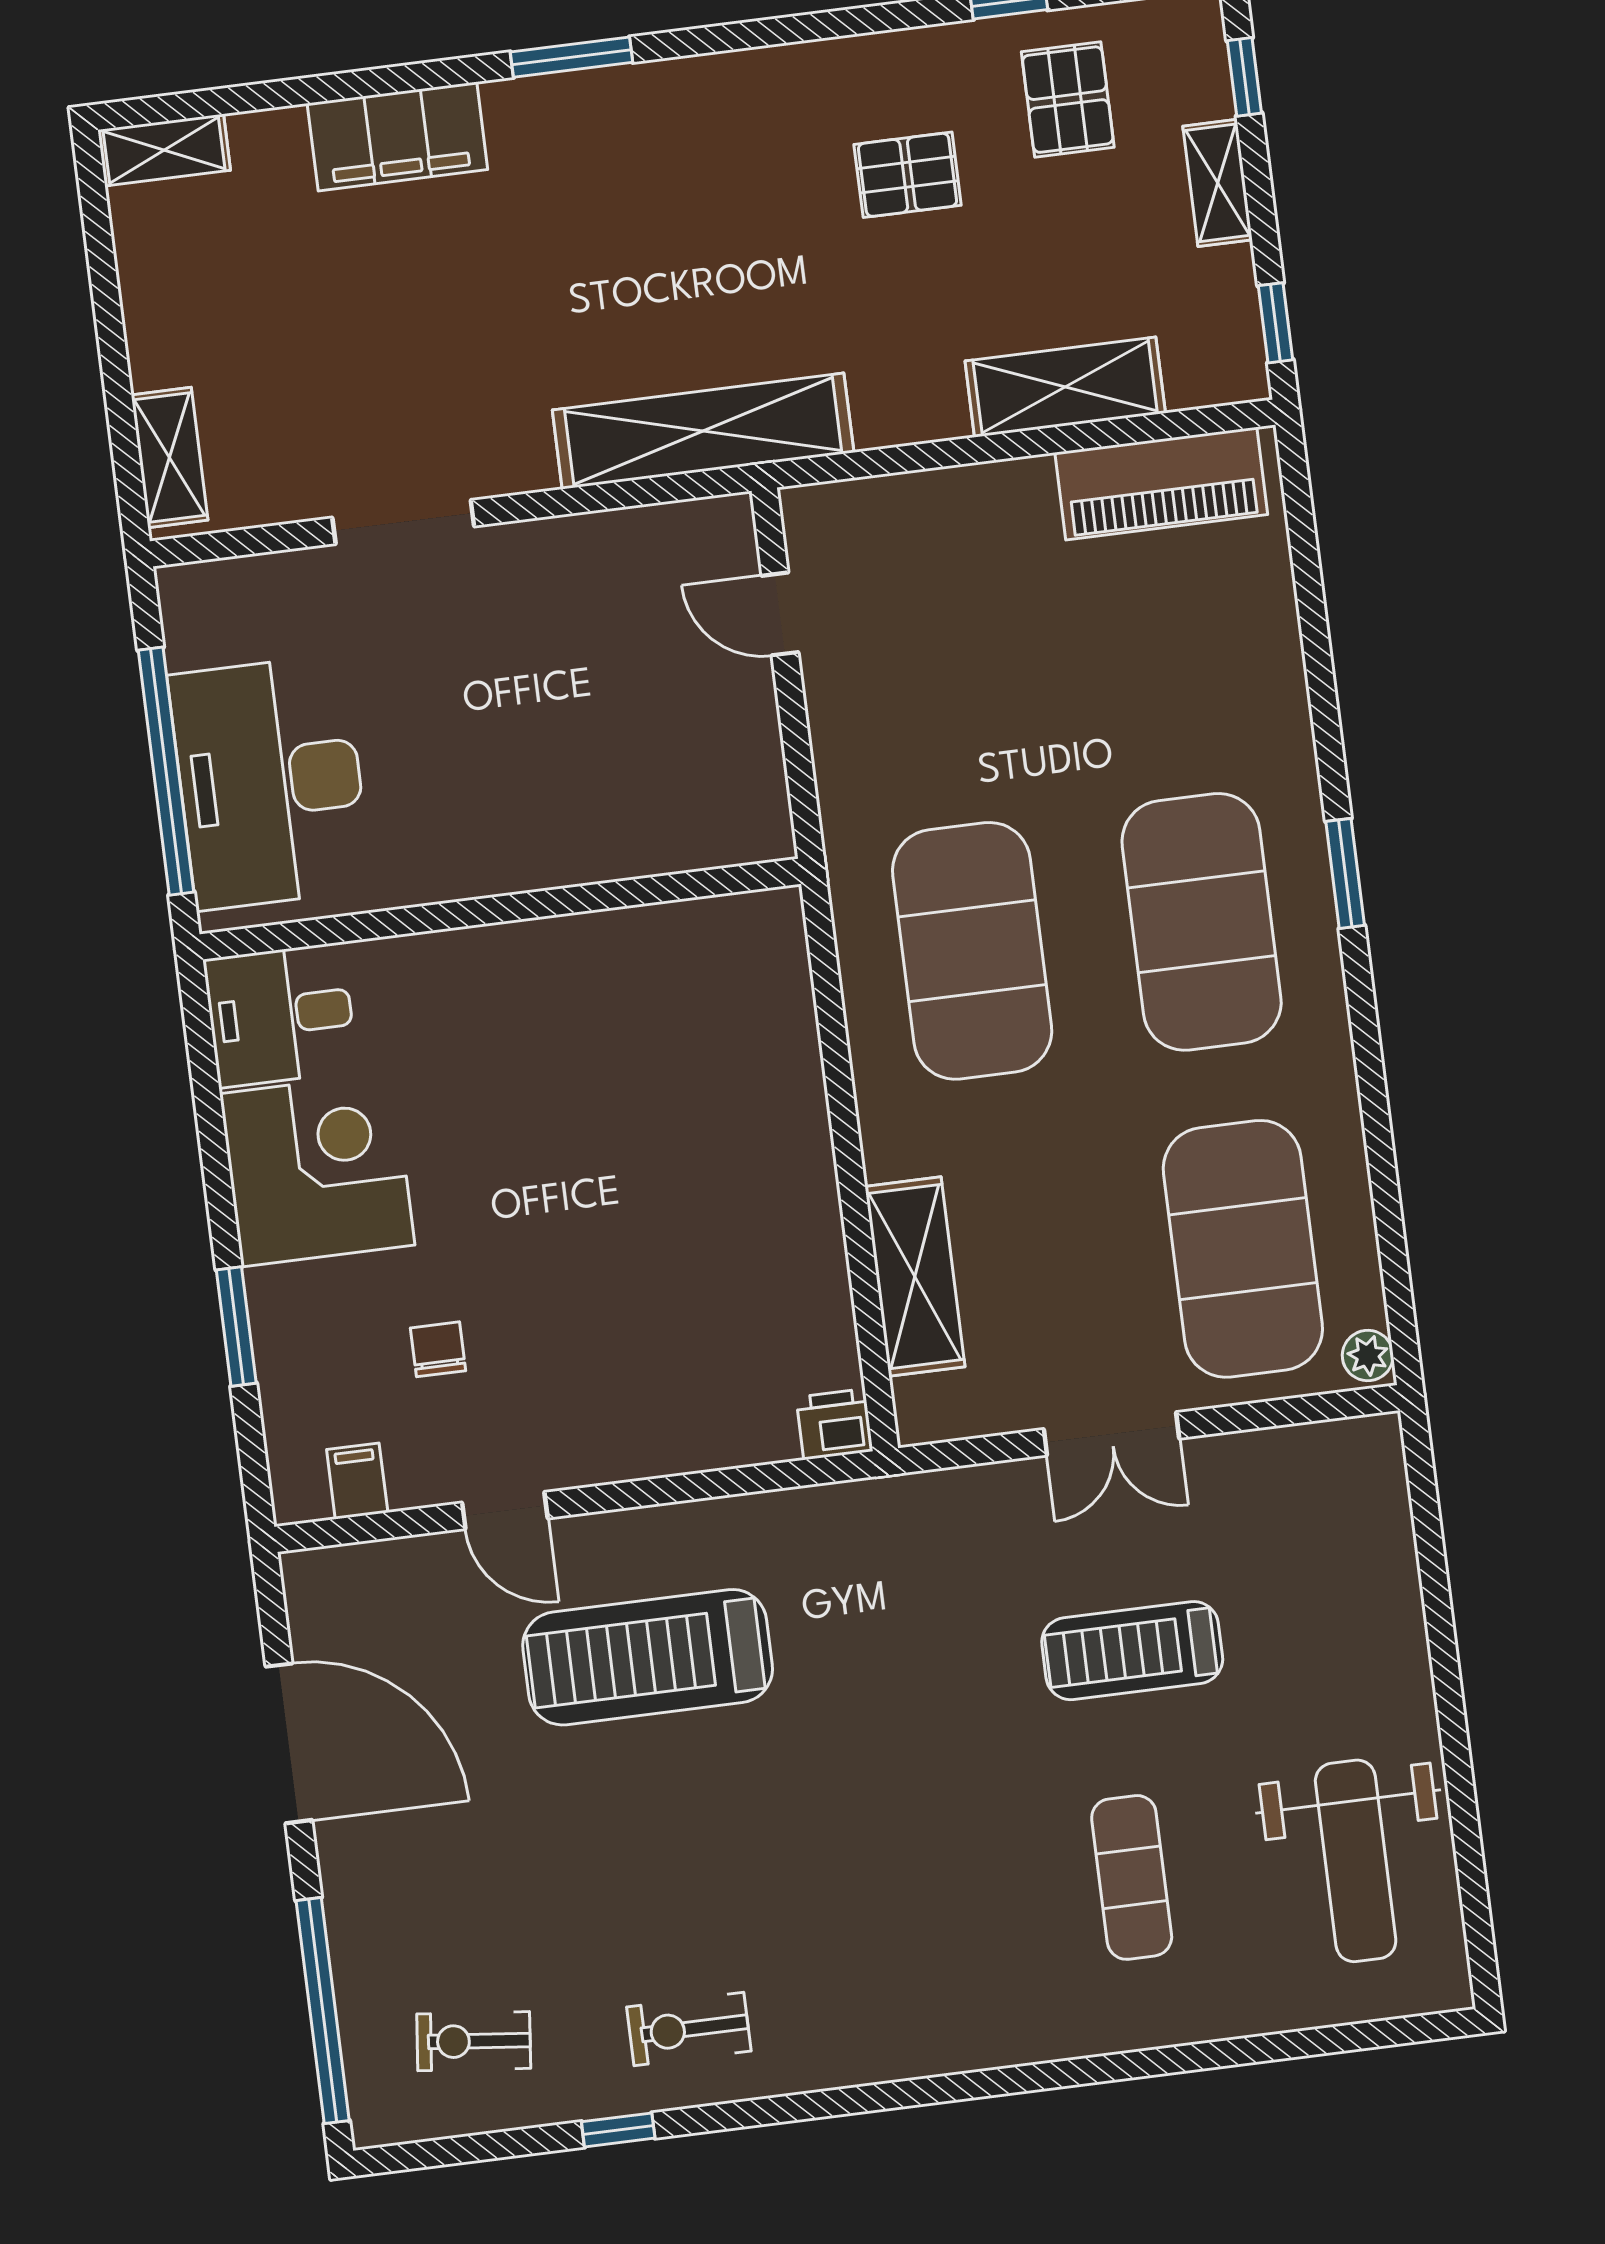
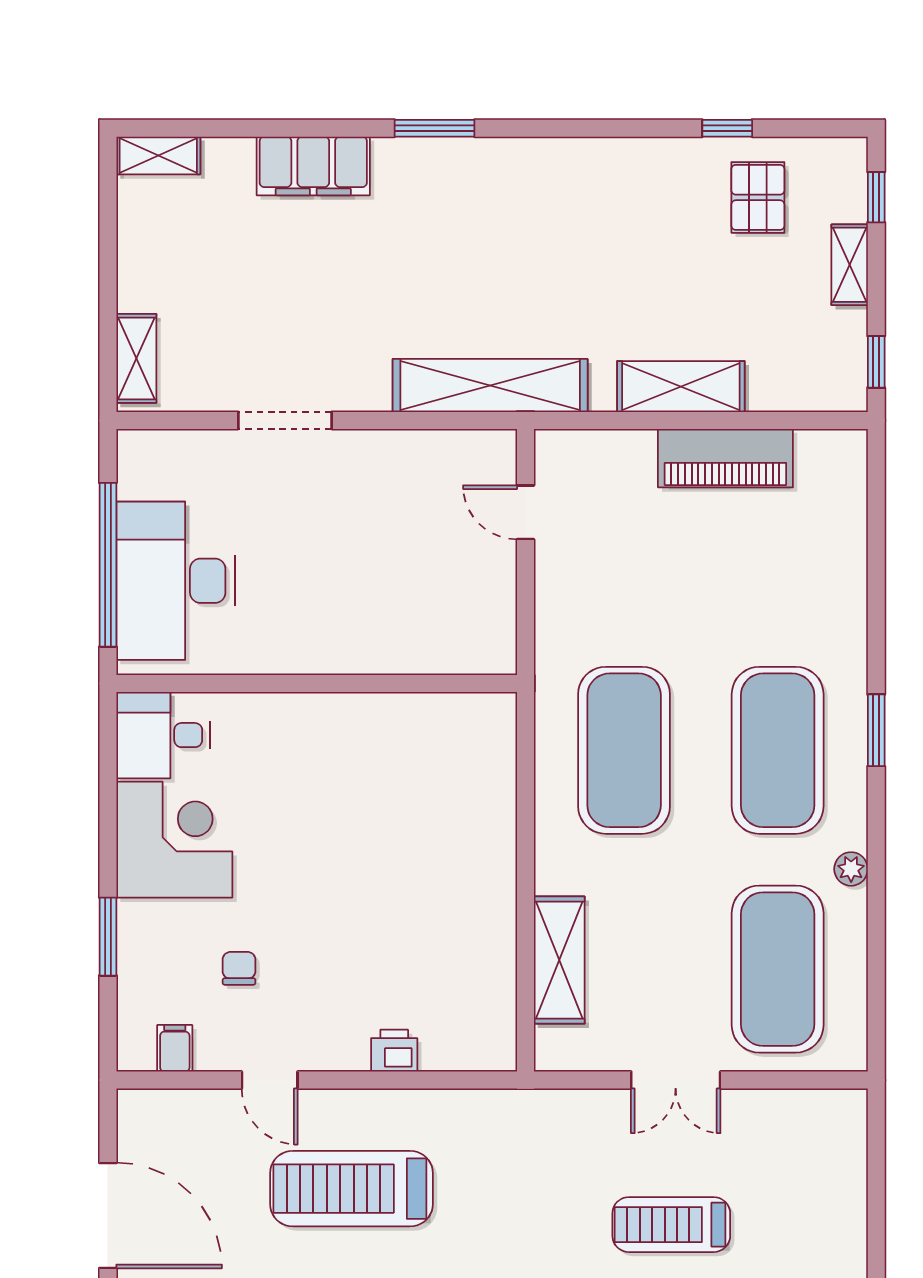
pallet: (908, 175) -> (646, 234), removed
shelving: (1065, 387) -> (681, 387), moved
piano: (1161, 484) -> (725, 458), moved
plant: (1368, 1356) -> (851, 869), moved
printer: (834, 1424) -> (394, 1051), moved

